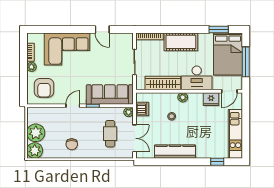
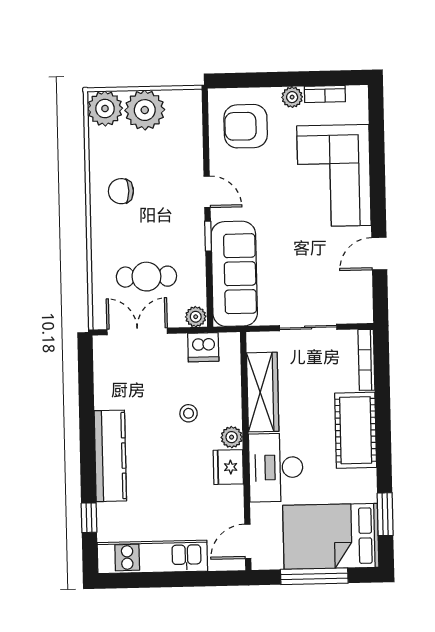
door: (229, 91) -> (248, 541), hinge flipped
fridge: (211, 99) -> (228, 467), moved
double door: (135, 138) -> (137, 331), swing flipped
kitchen counter: (175, 152) -> (110, 456), moved

